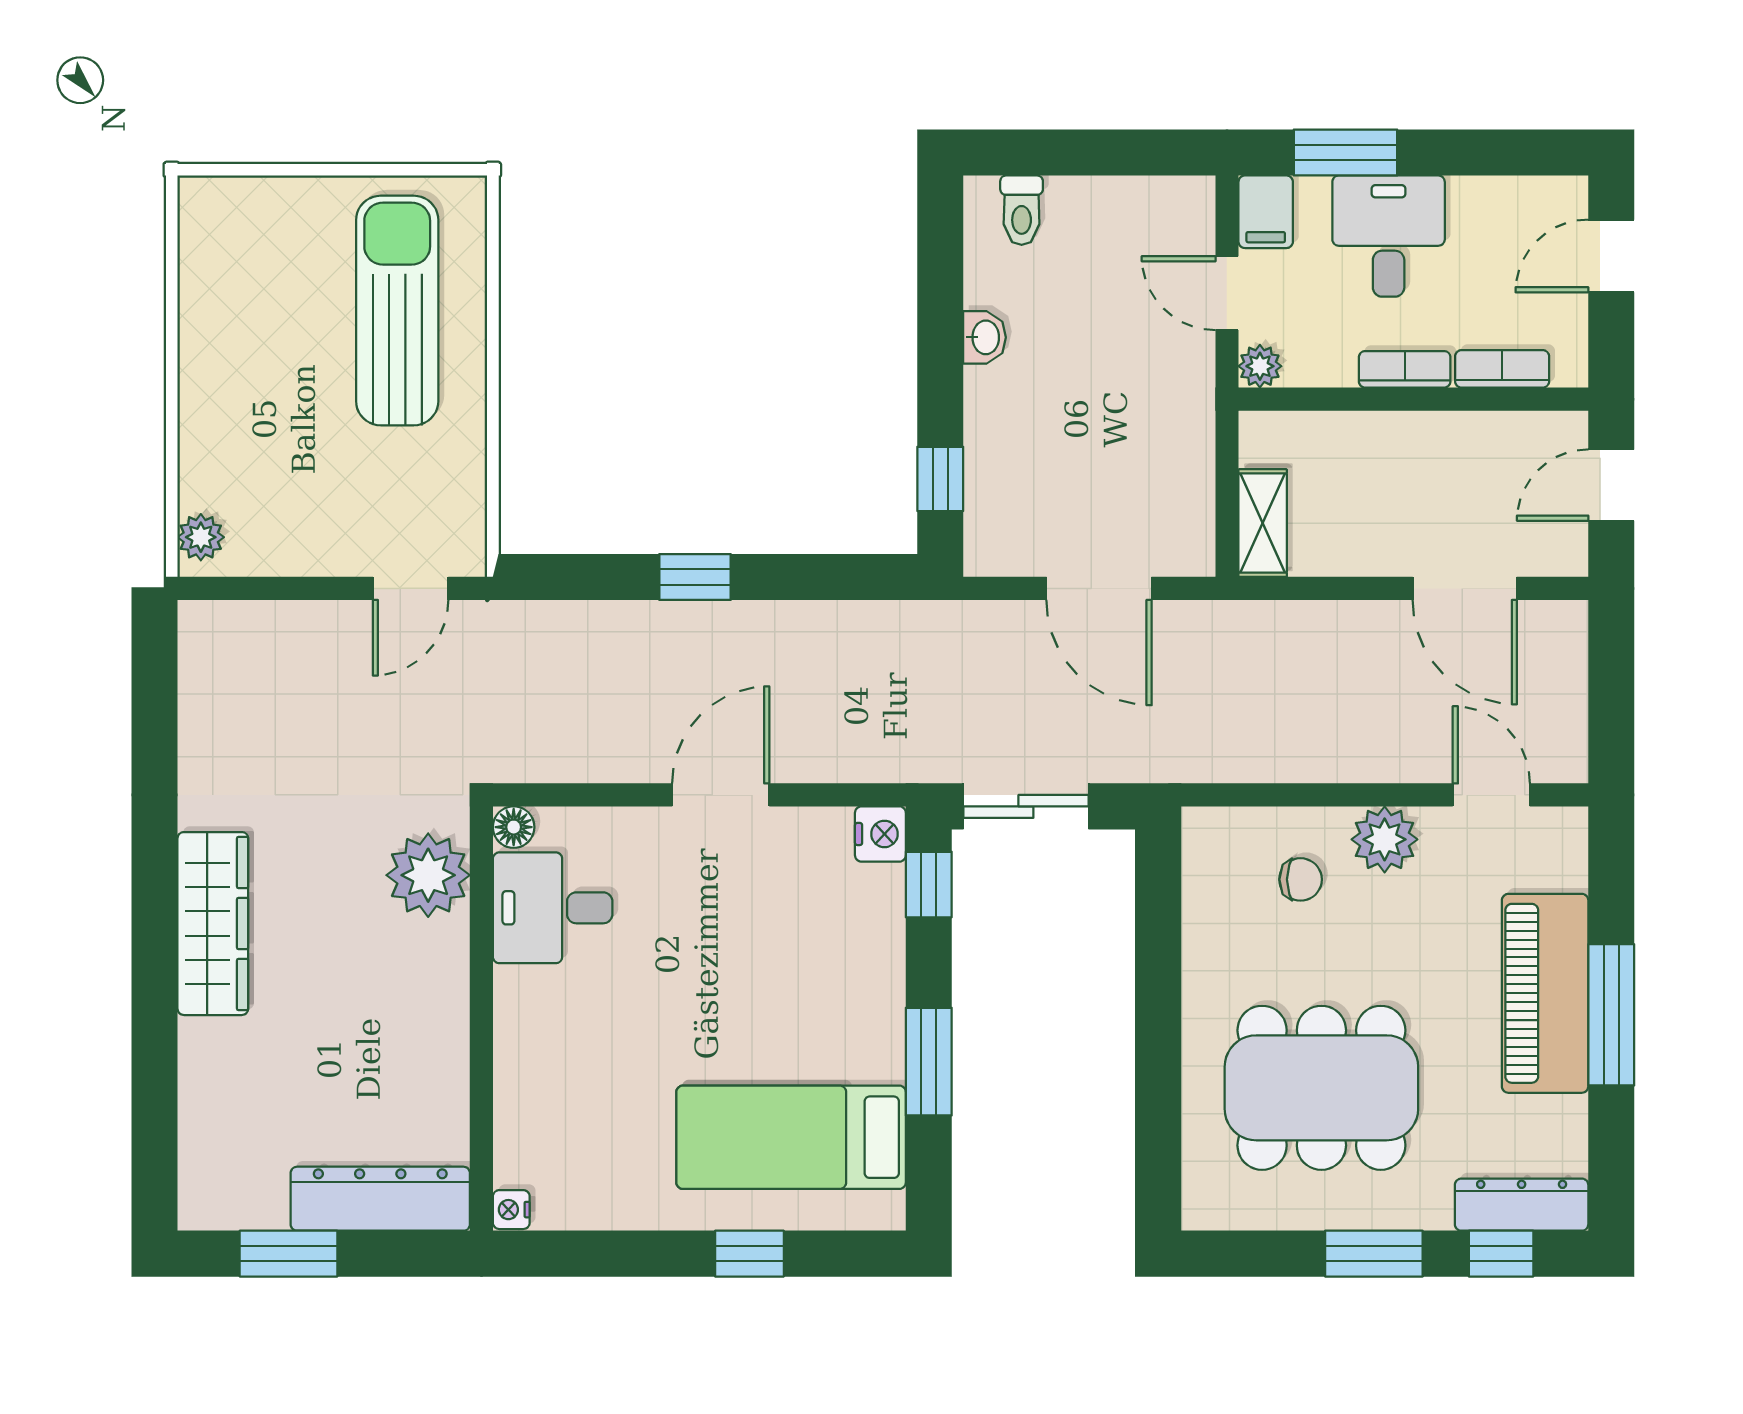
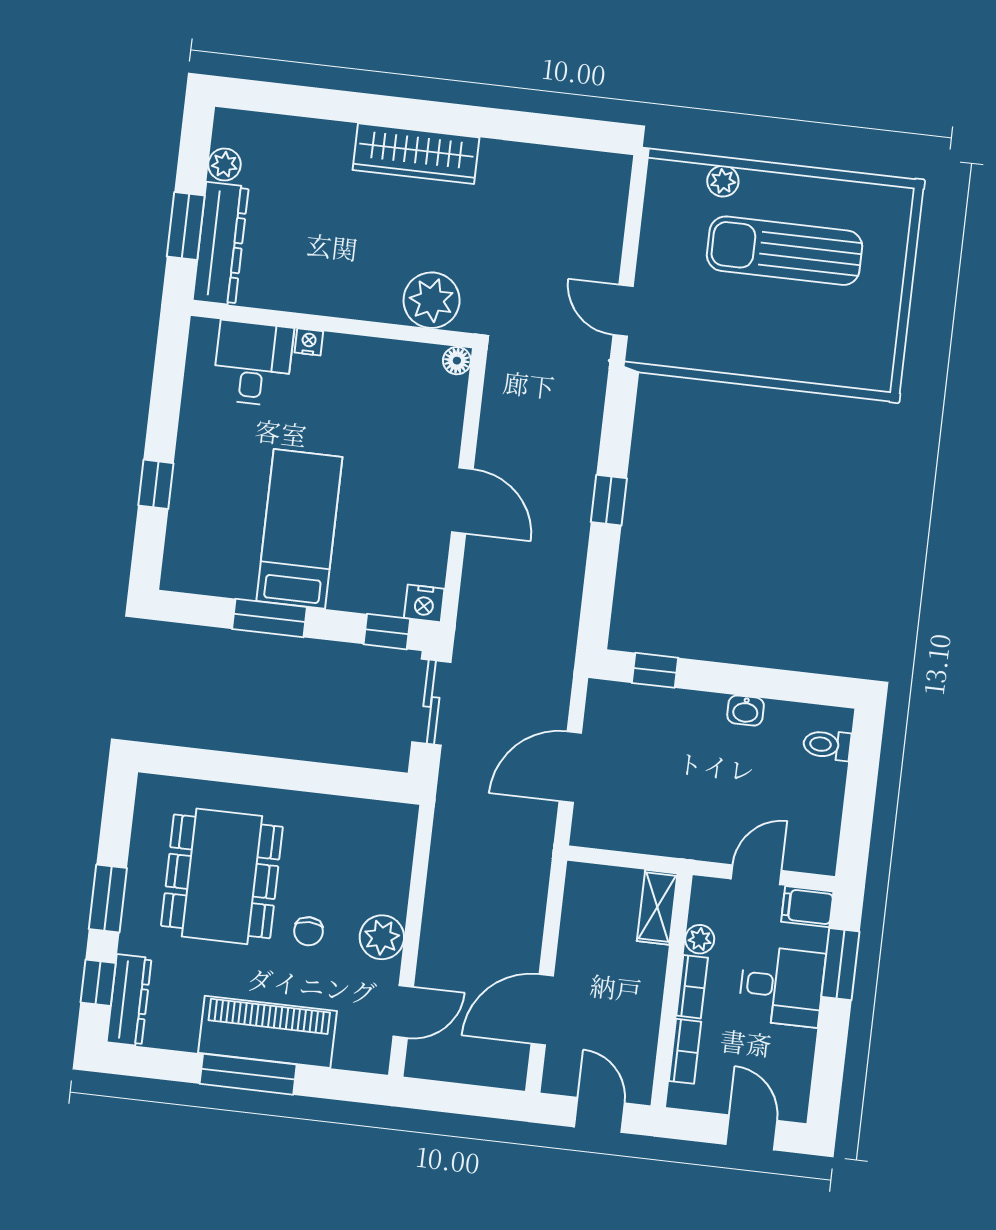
sun lounger: (397, 311) -> (784, 251), moved, turned 180
plant: (1260, 366) -> (700, 939), moved
shelving: (1263, 523) -> (657, 907), moved, turned 90
plant: (201, 537) -> (723, 181), moved
chair: (1301, 879) -> (308, 931), moved
desk: (553, 908) -> (253, 363), moved
bed: (791, 1137) -> (299, 529), moved
plant: (262, 1207) -> (224, 165), added
nightstand: (511, 1210) -> (309, 342), moved
window: (288, 1254) -> (186, 226), moved

